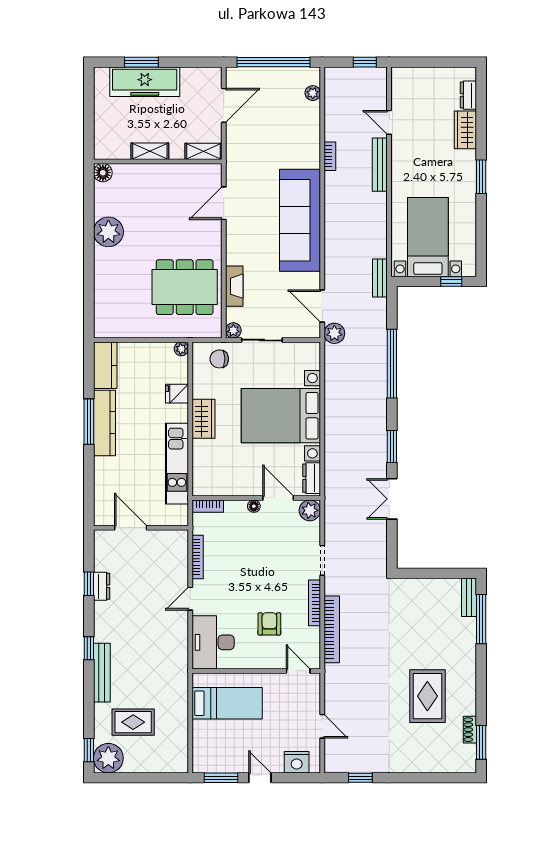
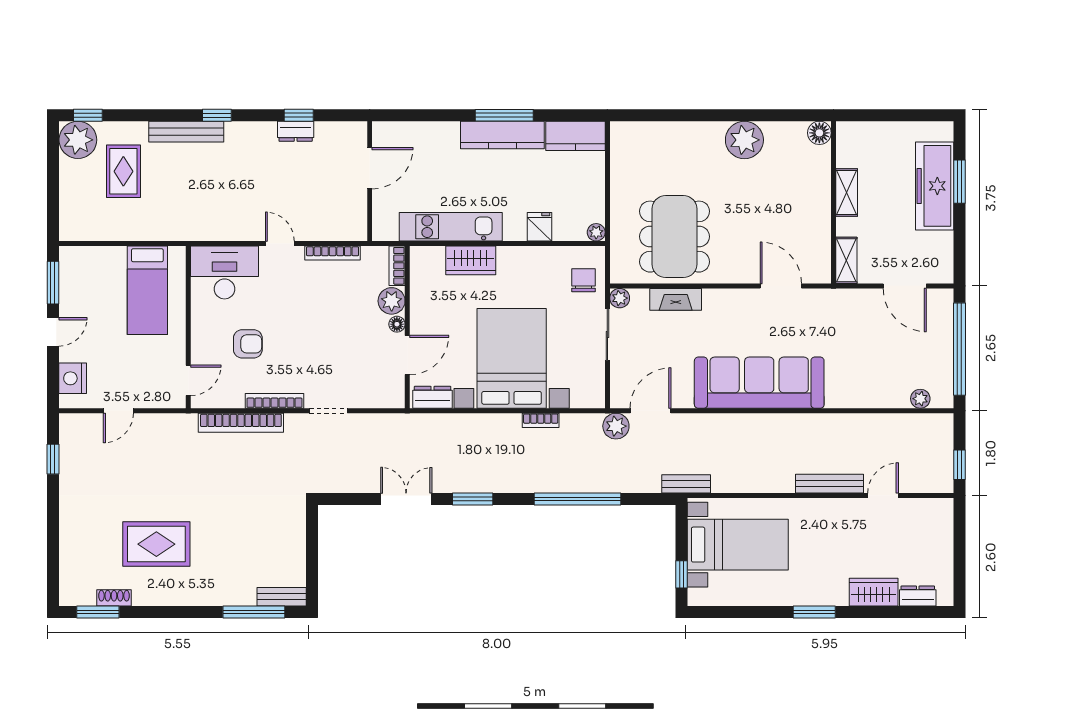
bookcase: (330, 156) -> (541, 420), moved
wardrobe: (203, 419) -> (471, 260), moved
plant: (310, 510) -> (392, 301), moved

